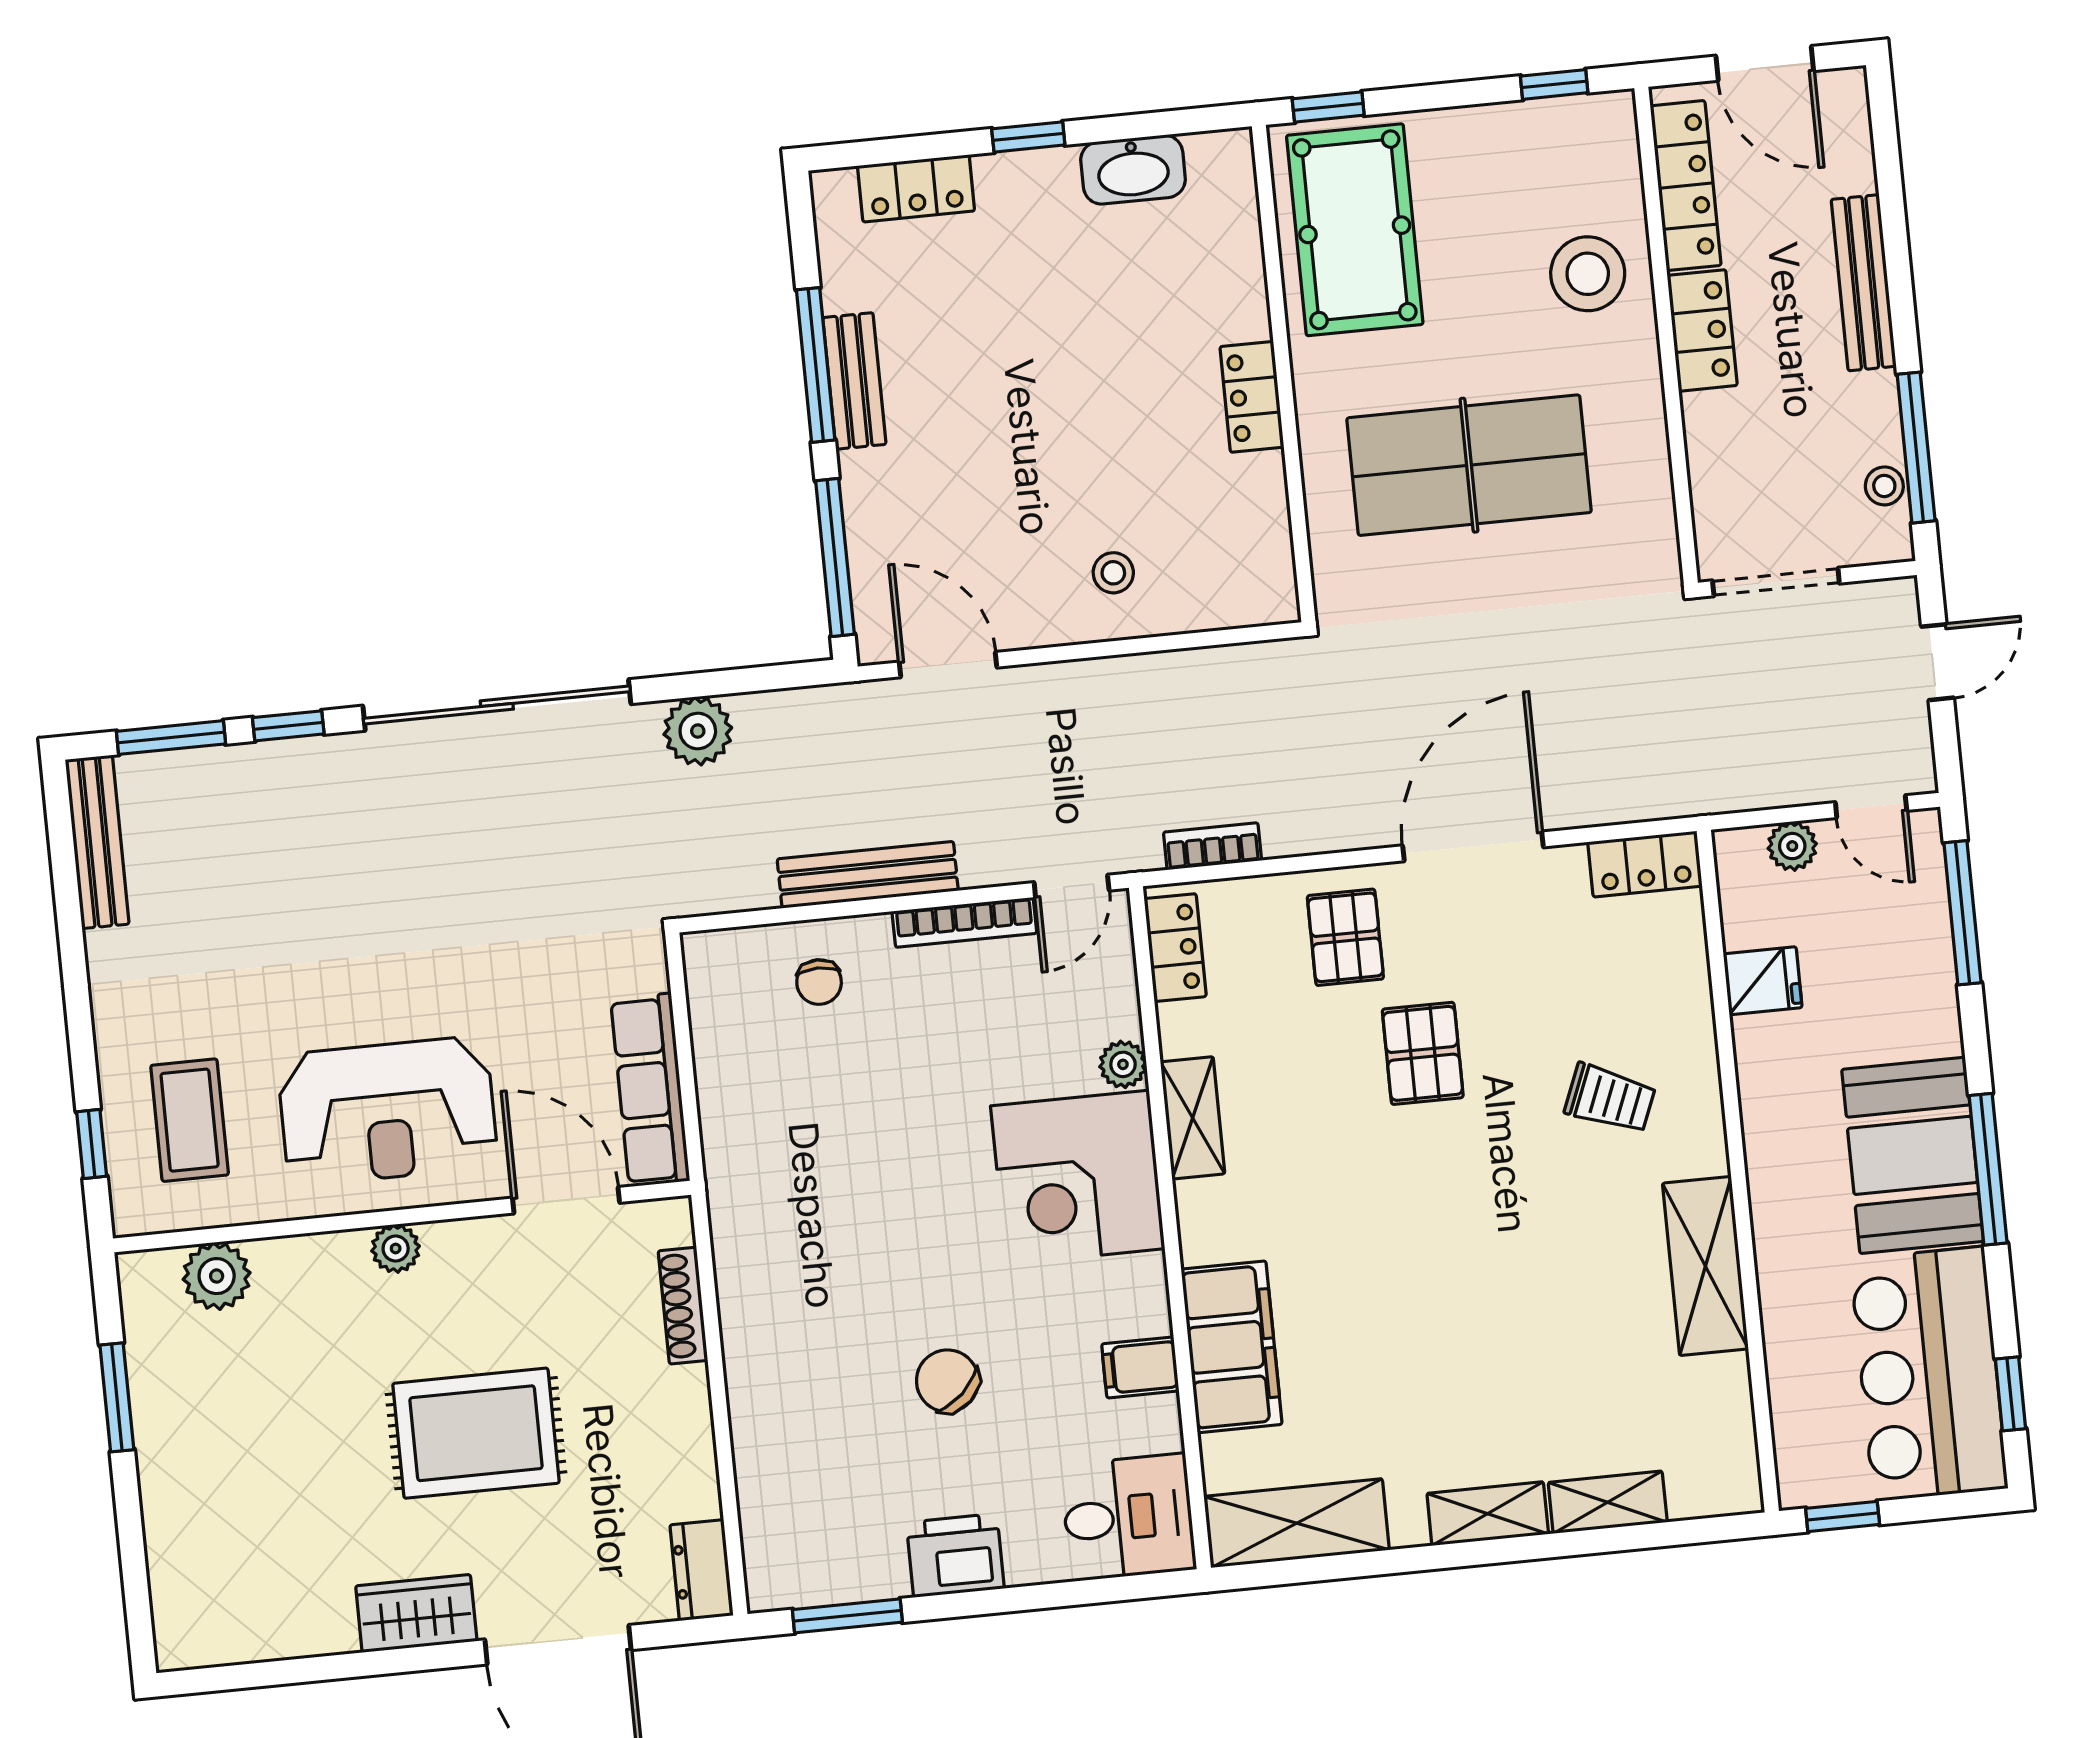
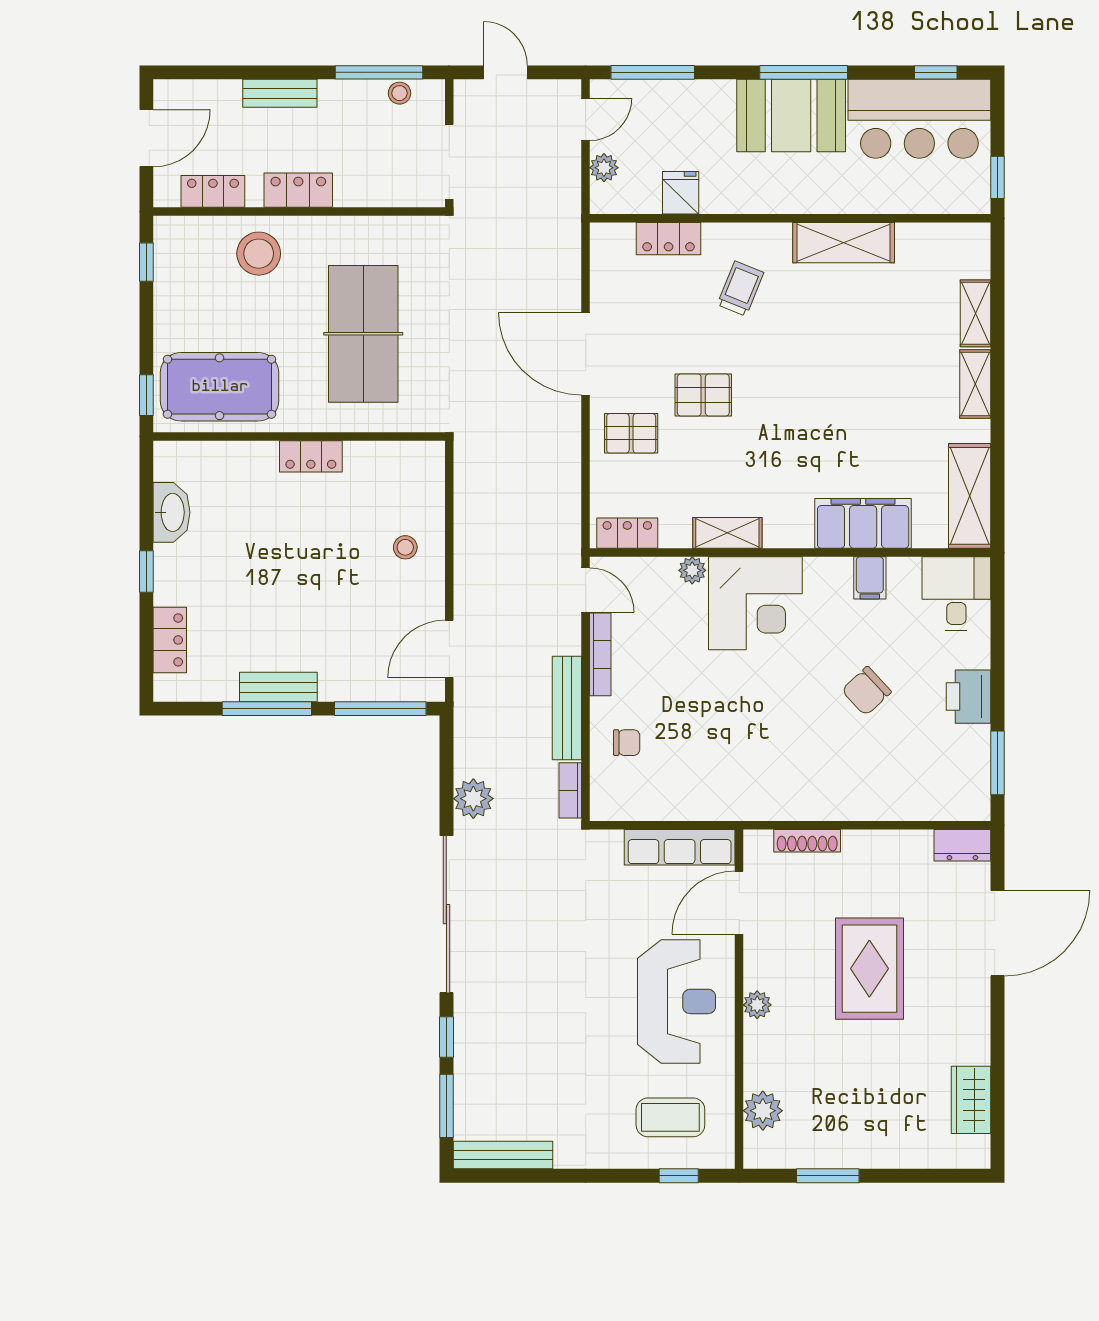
locker: (1686, 186) -> (213, 191), width x0.66
bench: (1864, 283) -> (280, 93), width x0.73
bookcase: (1213, 846) -> (570, 790), moved
locker: (1645, 864) -> (669, 239), moved, turned 90
wardrobe: (416, 1613) -> (971, 1100), moved

